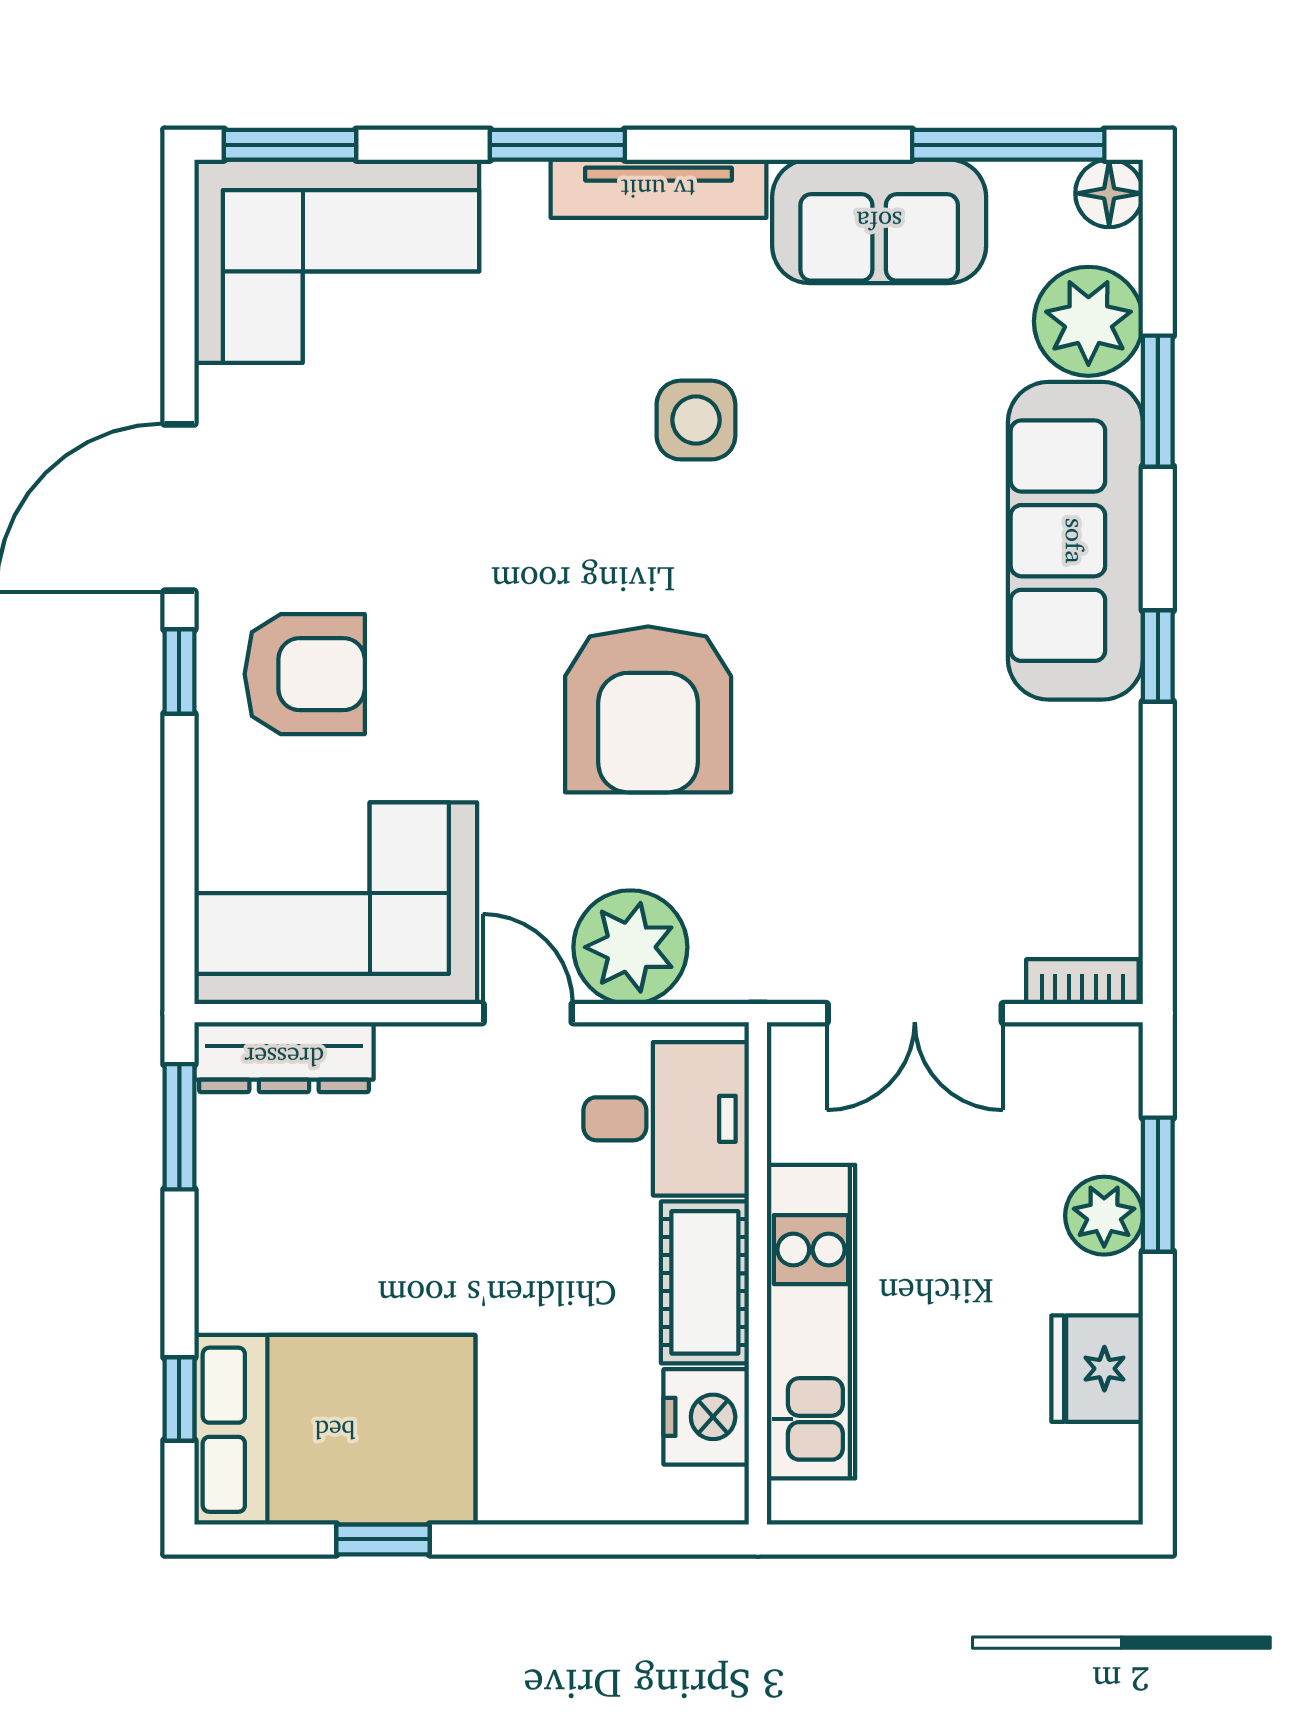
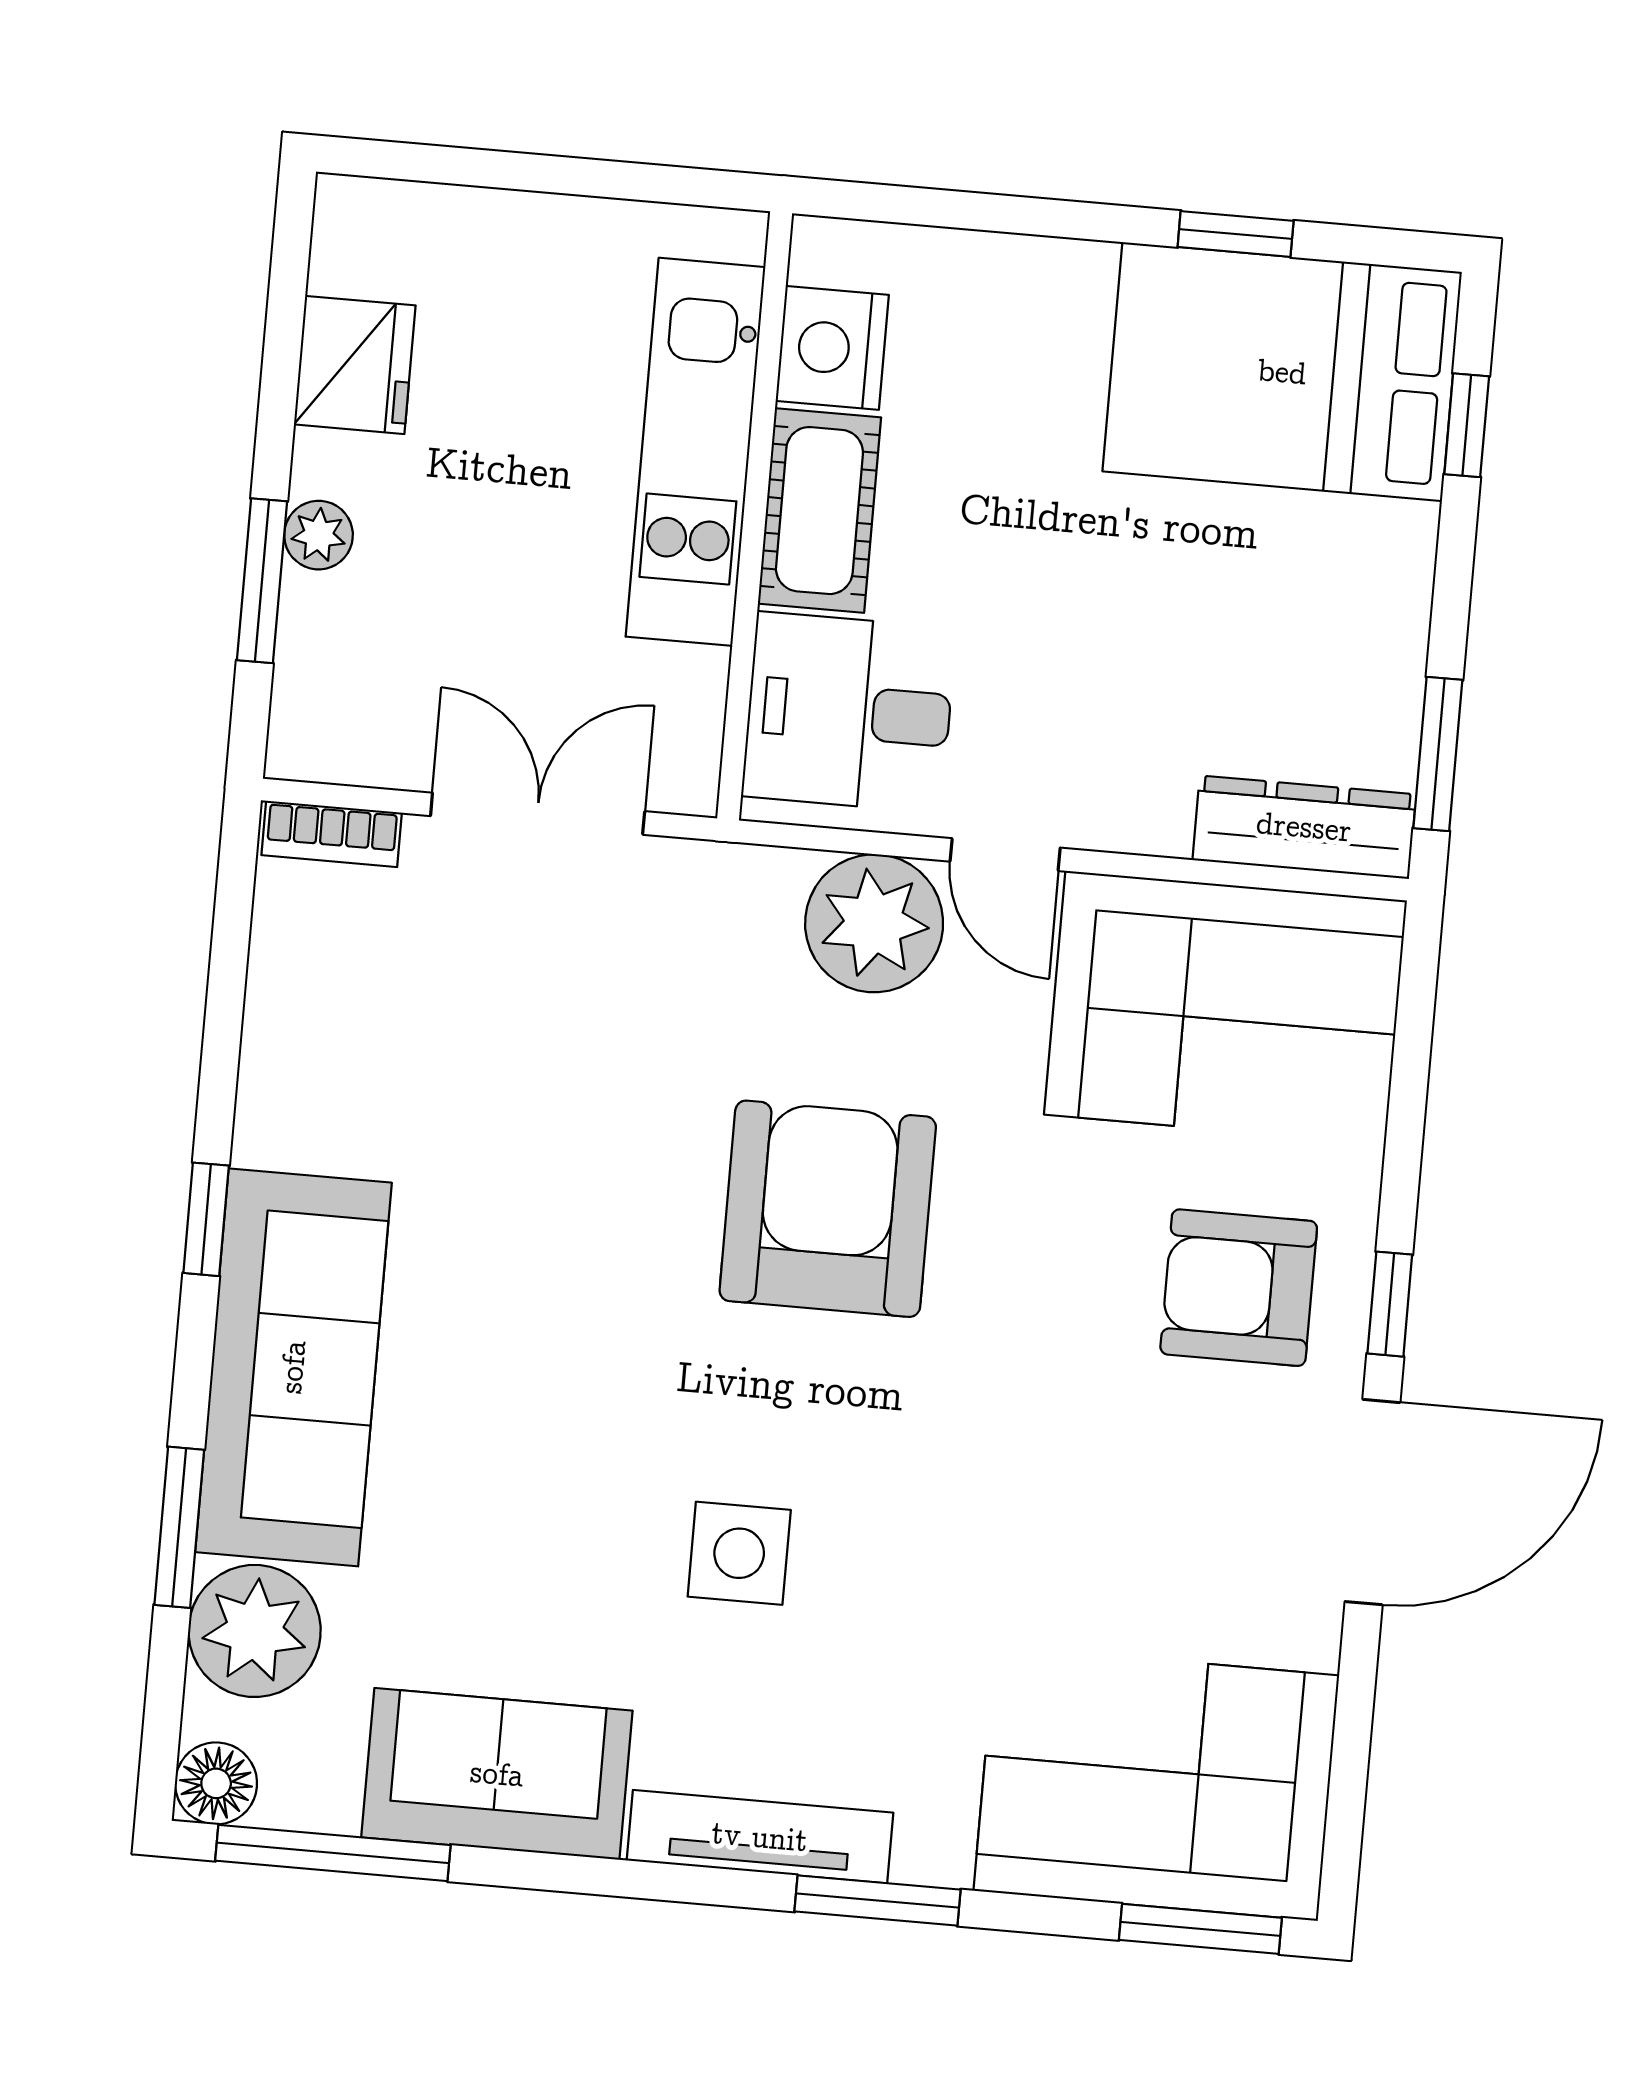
plant: (1104, 1216) -> (319, 535), width x0.73, depth x0.73

